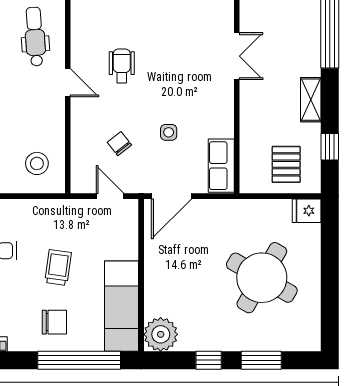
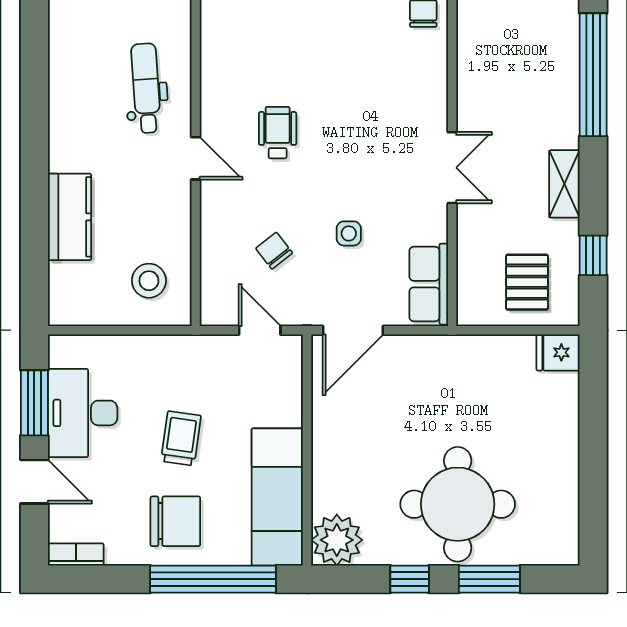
double door: (237, 56) -> (452, 168), moved
round table: (262, 278) -> (458, 504), moved, turned -30
chair: (54, 322) -> (175, 521), width x1.37, depth x1.37

